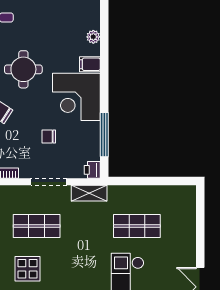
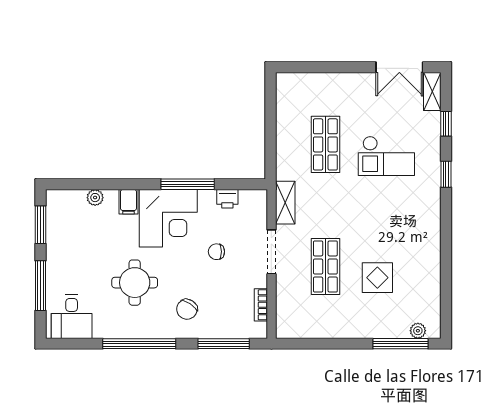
window: (104, 135) -> (188, 184), moved
chair: (49, 137) -> (216, 252), turned 90
printer: (92, 170) -> (227, 199), moved

